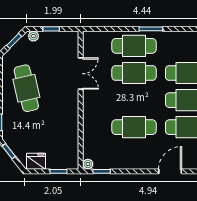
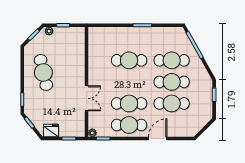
cafe table: (134, 46) -> (129, 125), moved
double door: (81, 74) -> (87, 98), moved

